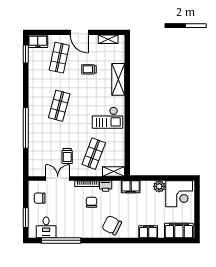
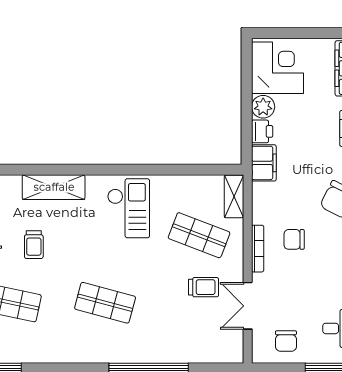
printer: (106, 186) -> (262, 131), moved

